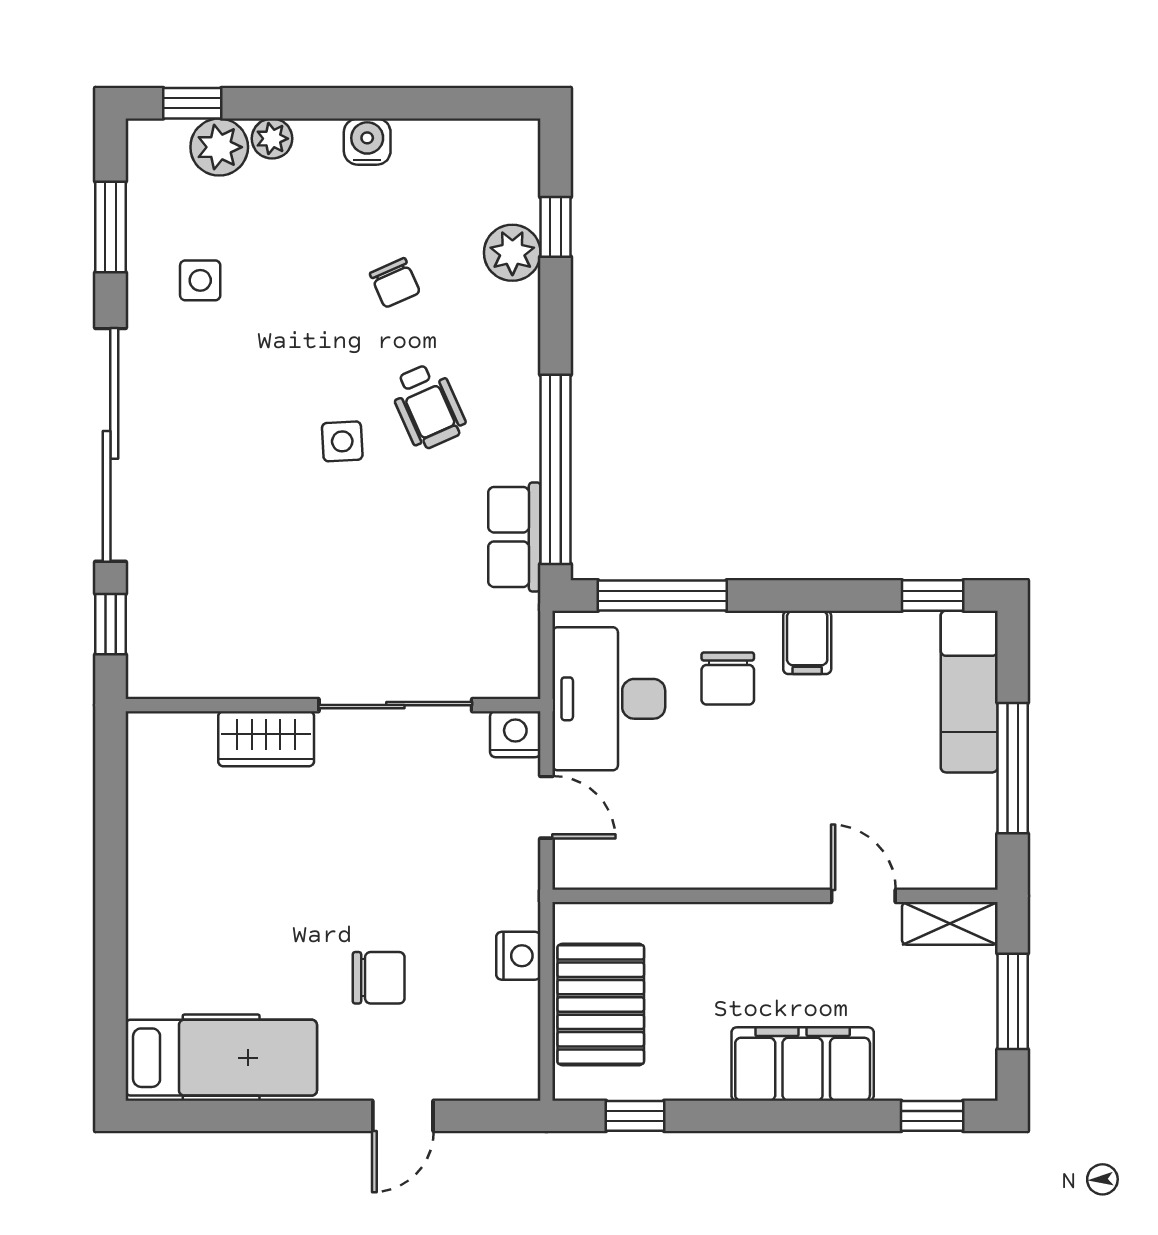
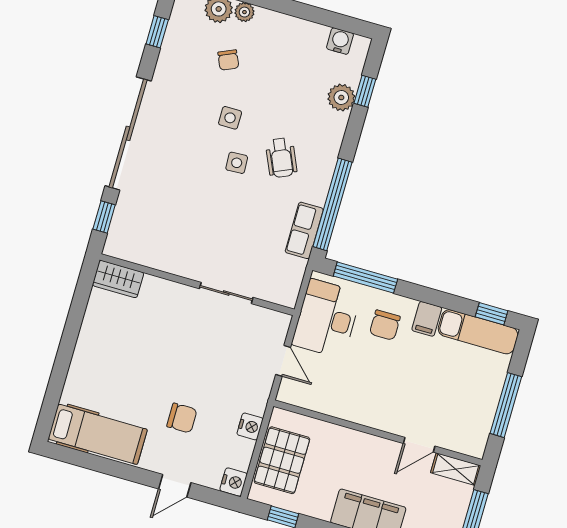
water cooler: (367, 142) -> (340, 41), moved
window: (110, 227) -> (157, 32), width x0.67
side table: (200, 280) -> (230, 118), moved
chair: (395, 283) -> (228, 60), moved
exam couch: (969, 692) -> (478, 332), moved, turned -90
sliding door: (395, 705) -> (226, 293), width x0.73
nightstand: (515, 734) -> (234, 482), moved, turned 90
wardrobe: (266, 739) -> (118, 279), moved
door: (863, 896) -> (419, 445), swing flipped

